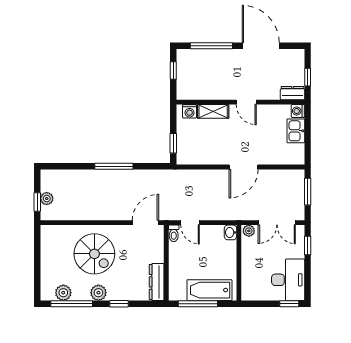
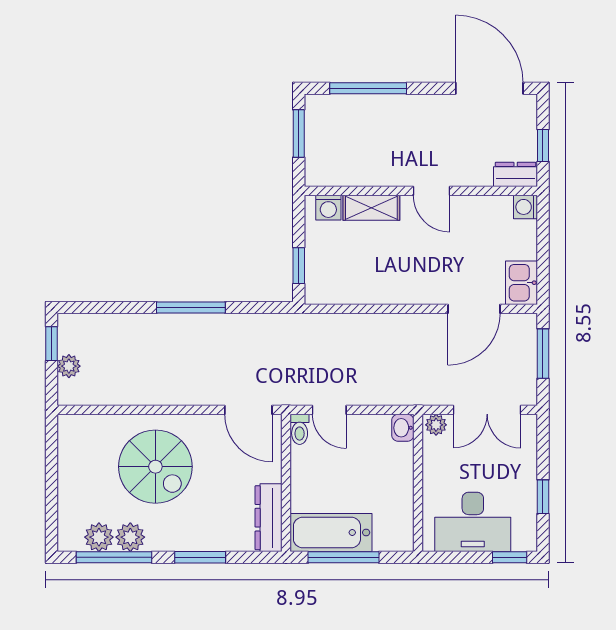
door: (261, 46) -> (489, 88), moved
window: (173, 71) -> (299, 134), width x1.50
kitchen sink: (296, 131) -> (521, 283), moved
door: (244, 167) -> (474, 309), moved
window: (37, 202) -> (52, 344), moved
door: (145, 223) -> (248, 410), swing flipped
window: (308, 246) -> (543, 497), moved
desk: (288, 280) -> (473, 522), moved, turned 90
bathtub: (209, 290) -> (331, 532), moved
plant: (98, 293) -> (130, 537), moved
window: (119, 304) -> (200, 557), width x1.50

